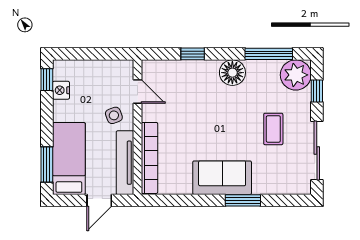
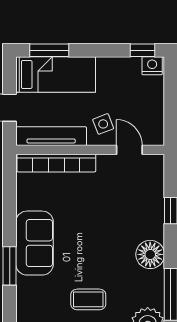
nightstand: (61, 90) -> (152, 66), moved
door: (138, 92) -> (129, 150), swing flipped

